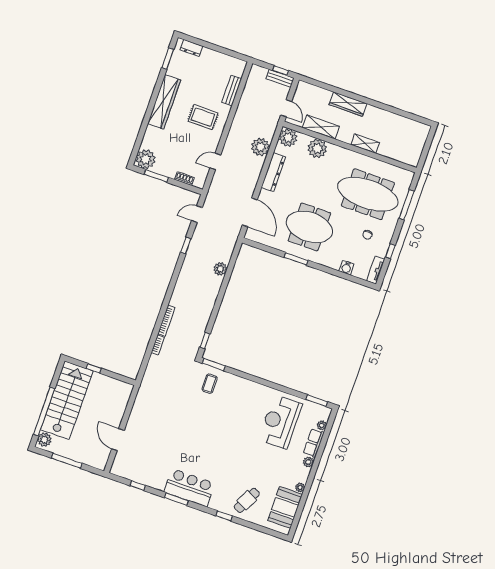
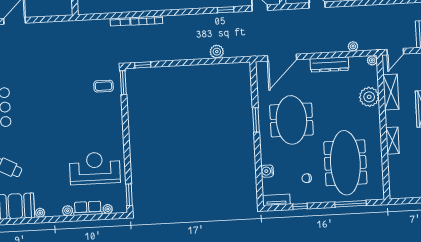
plant: (288, 138) -> (372, 60), width x0.53, depth x0.53
plant: (260, 147) -> (353, 46), width x0.53, depth x0.53

